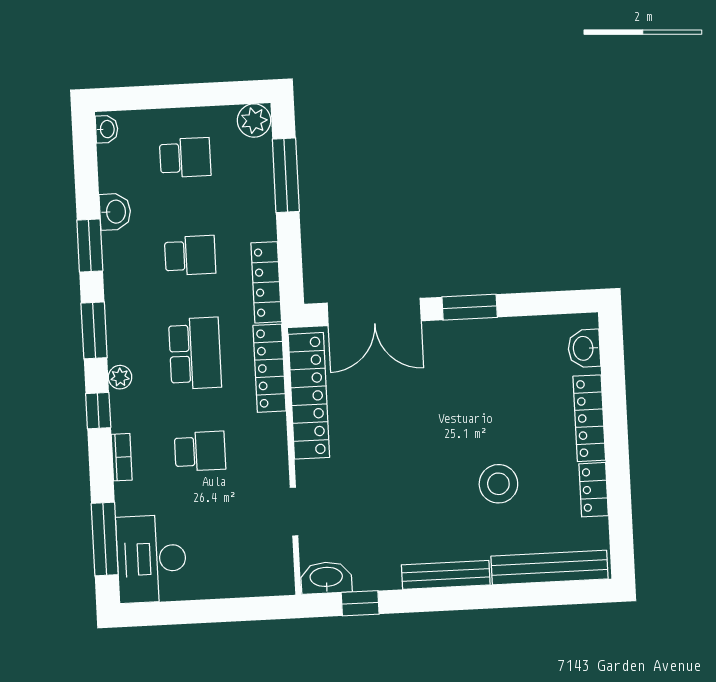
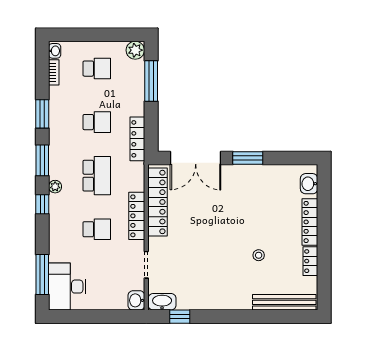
washbasin: (115, 212) -> (136, 300), moved, turned 180
locker: (269, 368) -> (137, 216), moved
bookcase: (122, 457) -> (54, 72), moved
stool: (498, 484) -> (259, 255), width x0.53, depth x0.53
bench: (446, 575) -> (227, 304), removed

